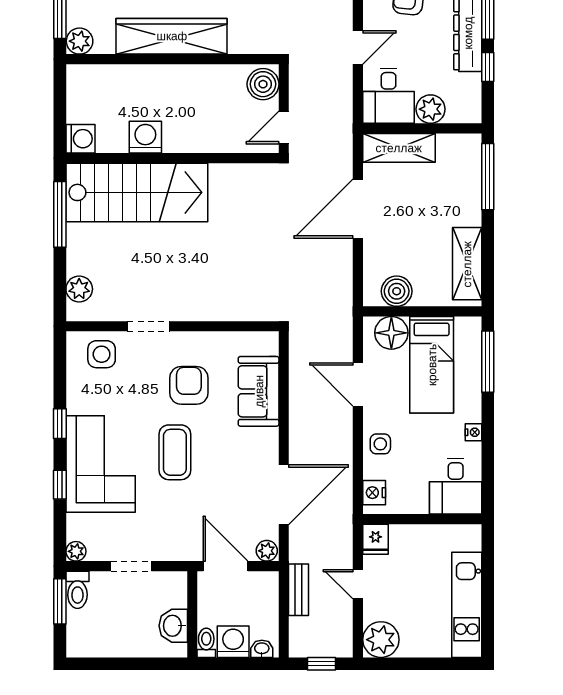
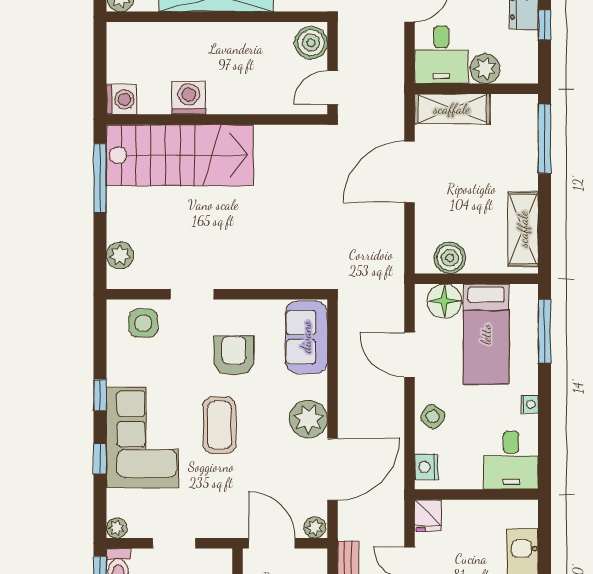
sofa: (259, 391) -> (306, 337), moved
side table: (380, 444) -> (433, 416), turned 36
plant: (261, 446) -> (309, 419), added

